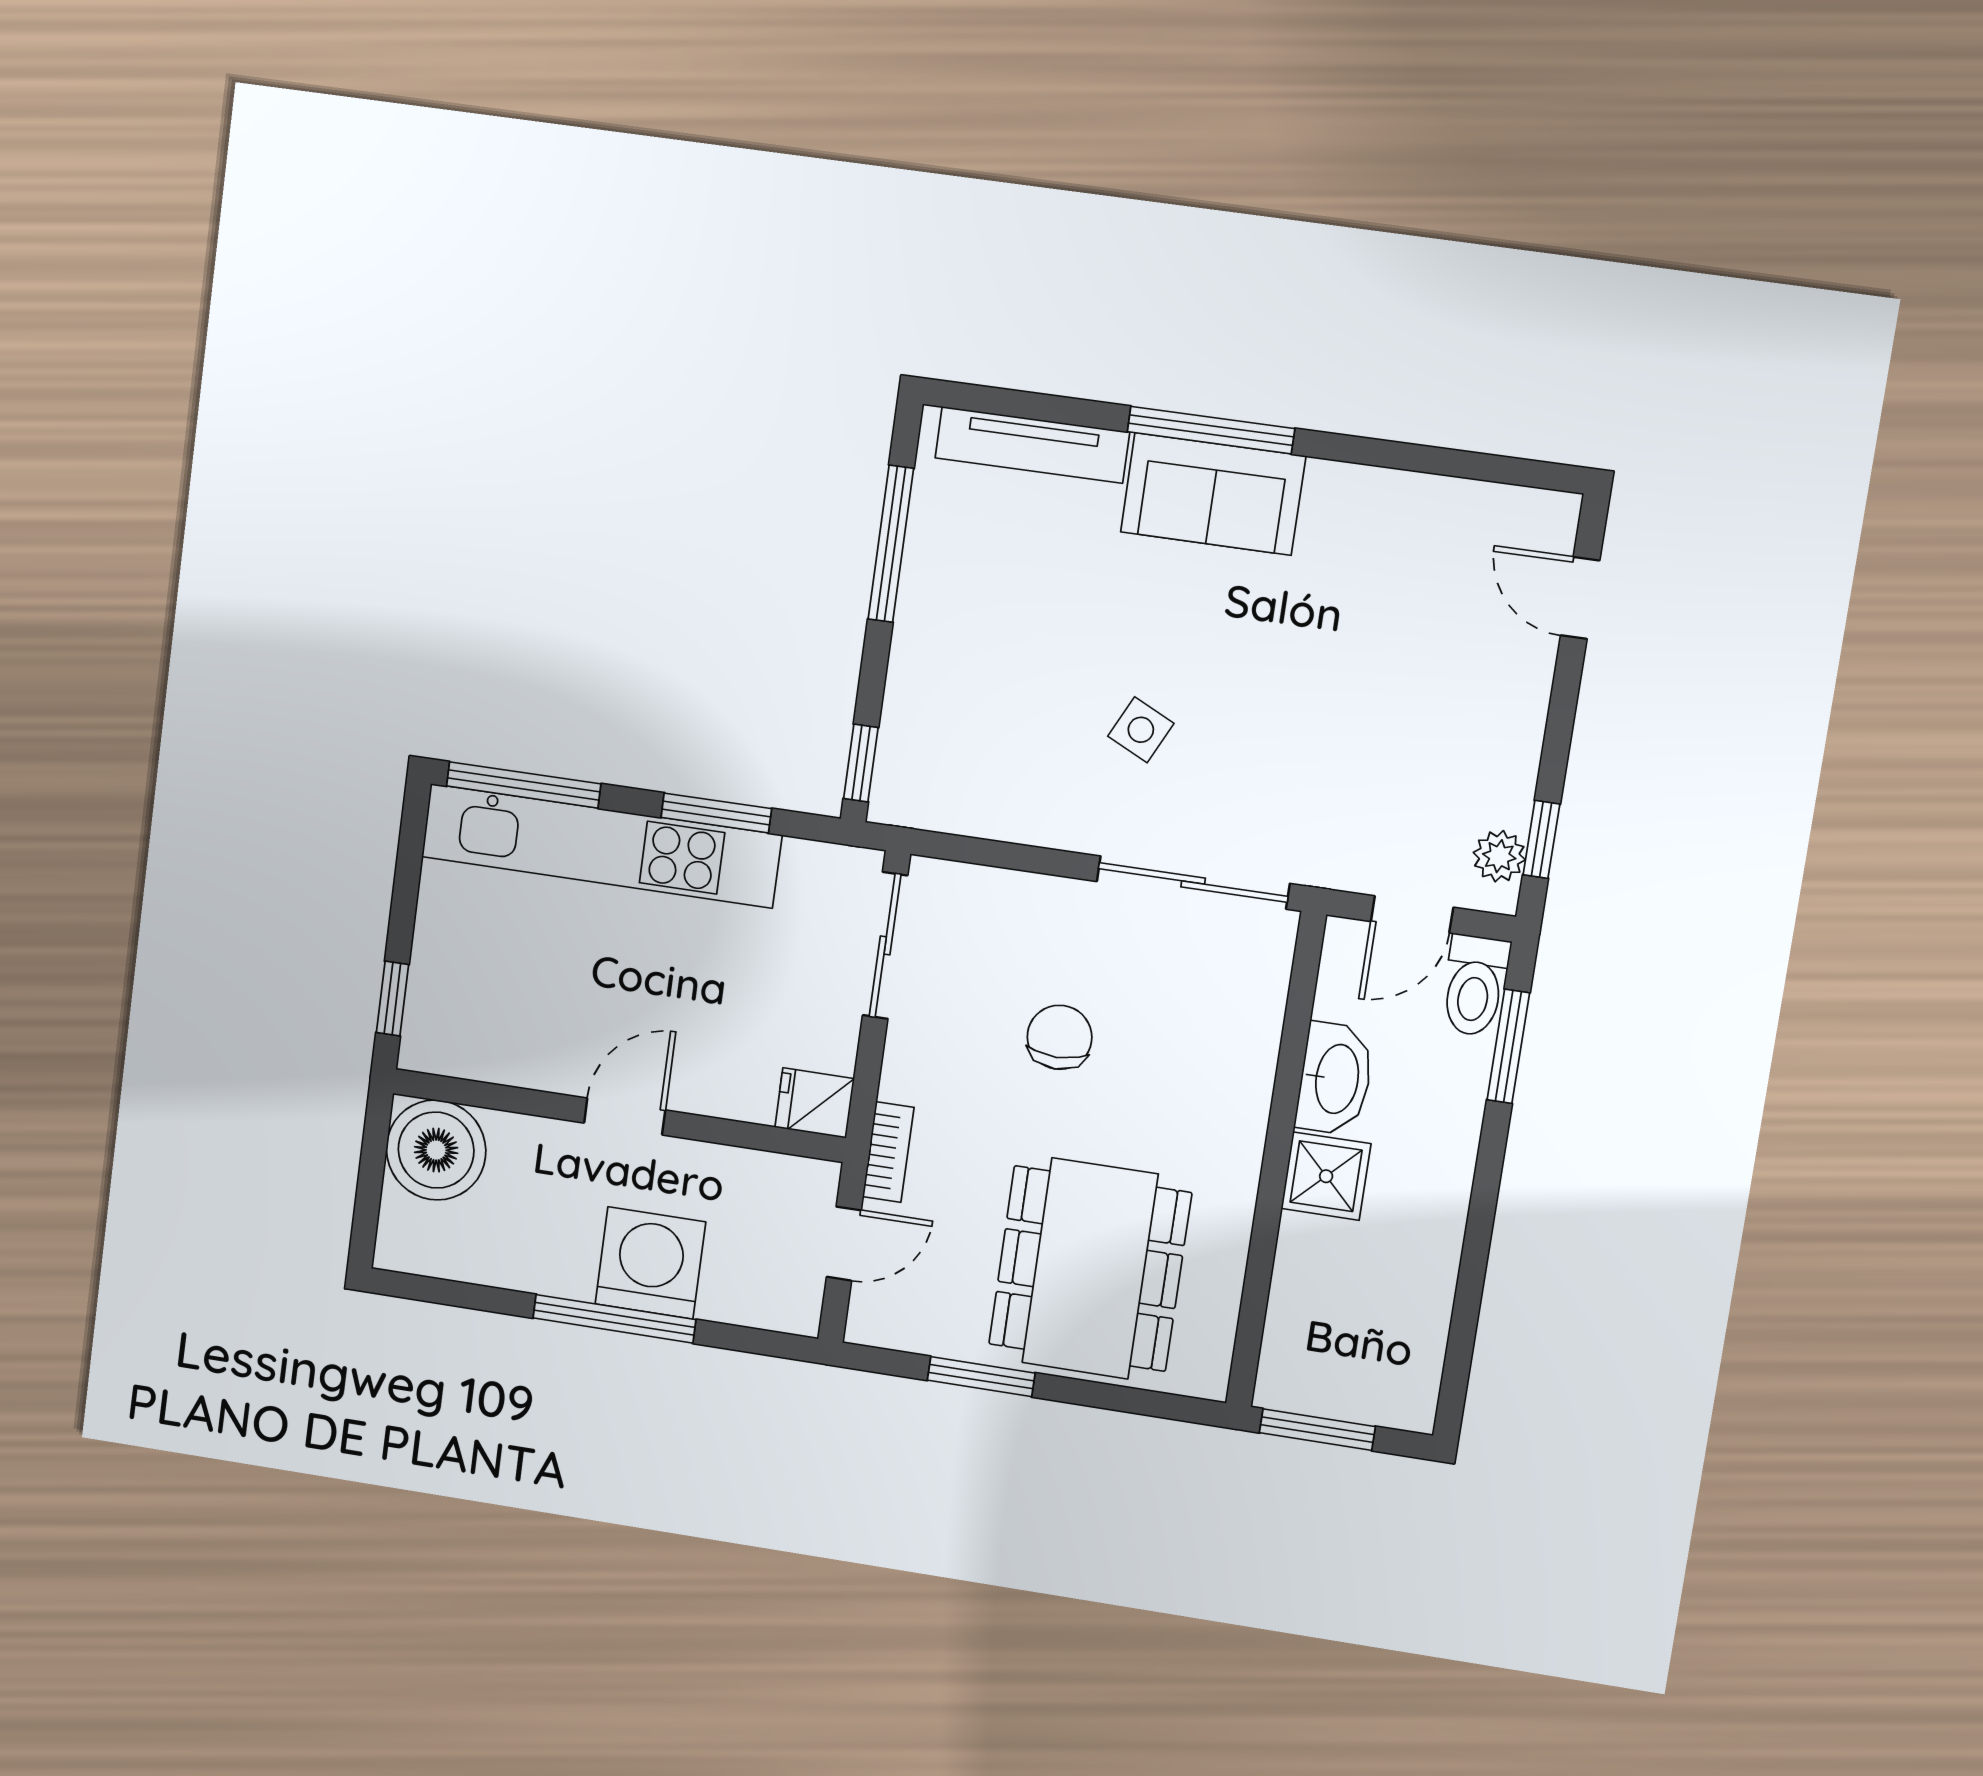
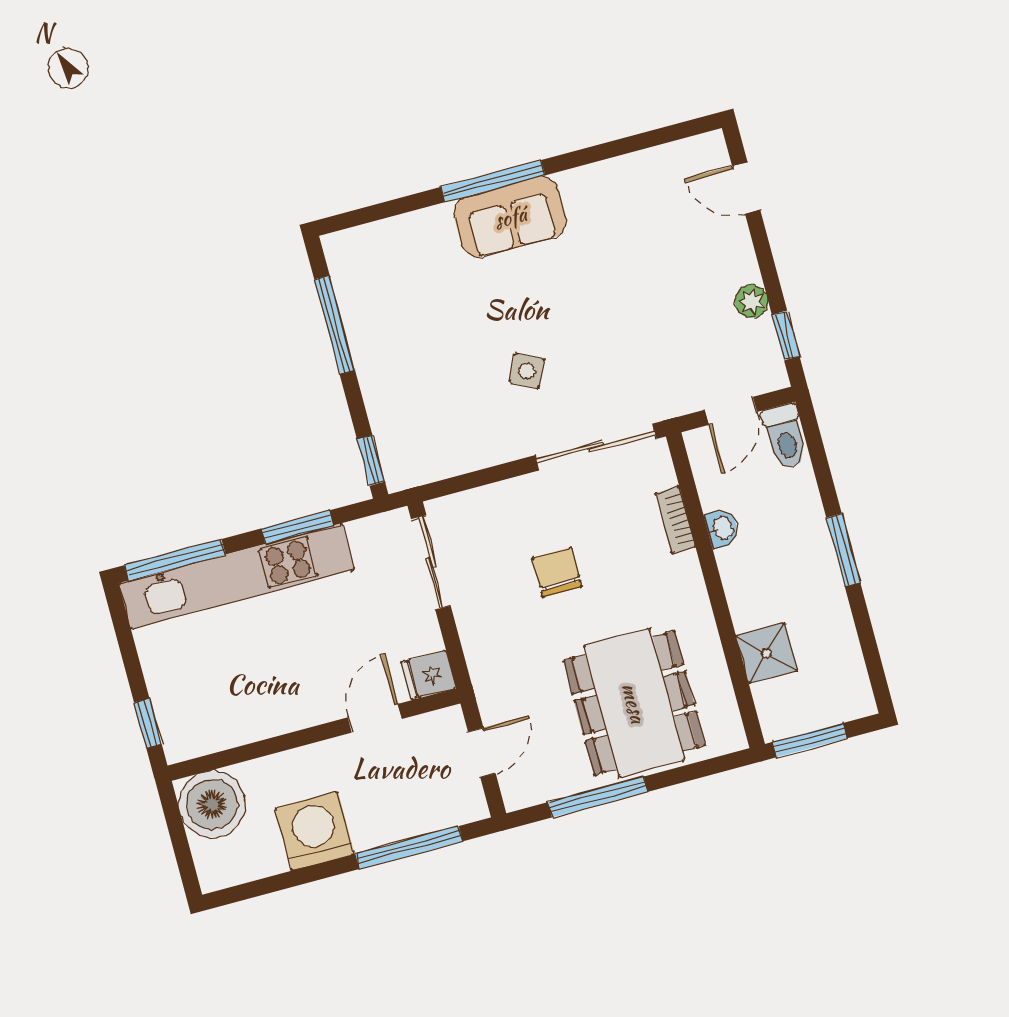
tv unit: (1032, 445) -> (393, 233), removed
plant: (1499, 856) -> (751, 301), moved
window: (1508, 1046) -> (843, 550), moved
washbasin: (1335, 1079) -> (722, 528), width x0.52, depth x0.69
door: (625, 1116) -> (375, 718), moved
bookcase: (888, 1152) -> (675, 520), moved, turned 180
shower: (1326, 1176) -> (766, 653), moved
washing machine: (650, 1263) -> (315, 831), moved
window: (614, 1319) -> (409, 848), moved
window: (981, 1377) -> (598, 797), width x1.44

